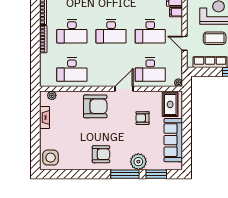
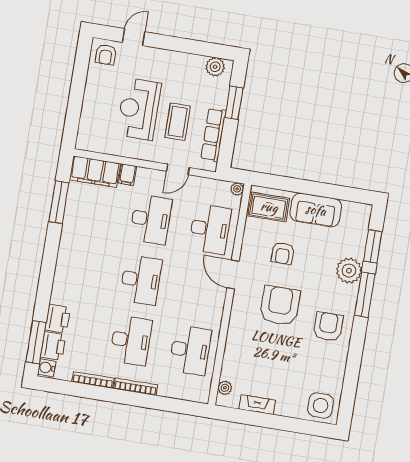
armchair: (95, 106) -> (280, 306), moved
sofa: (173, 140) -> (316, 210), width x0.73

